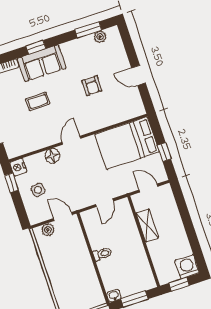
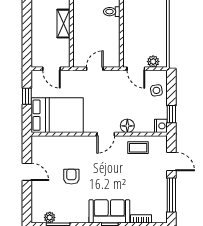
coffee table: (38, 101) -> (138, 148), moved
side table: (38, 190) -> (156, 90), moved
shelving: (147, 225) -> (63, 24), moved
toilet: (102, 254) -> (112, 12), moved

